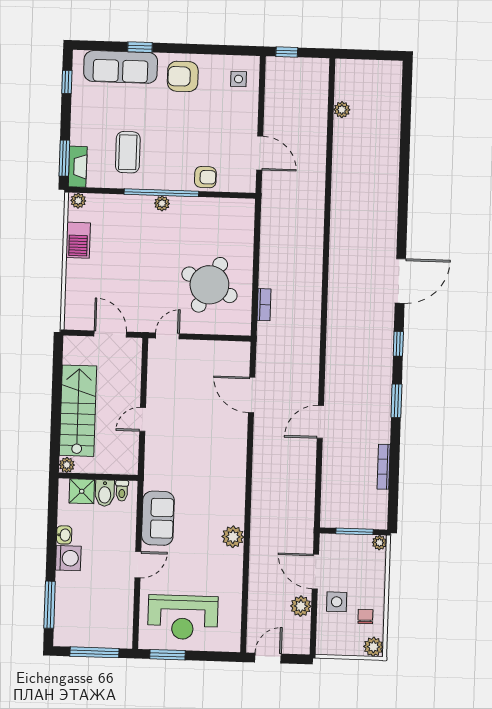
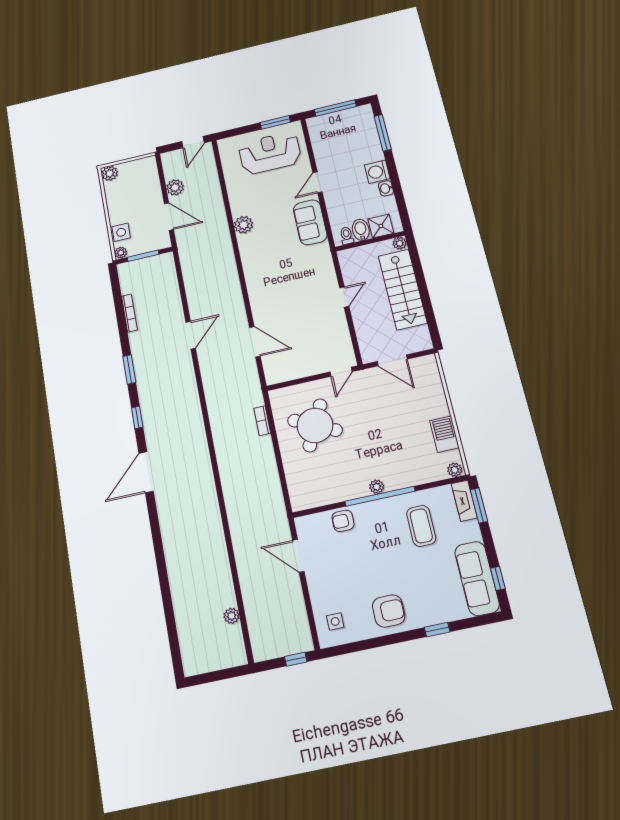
sofa: (121, 67) -> (477, 578), moved, turned -90
side table: (337, 602) -> (121, 232), moved
chair: (365, 617) -> (121, 194), removed

